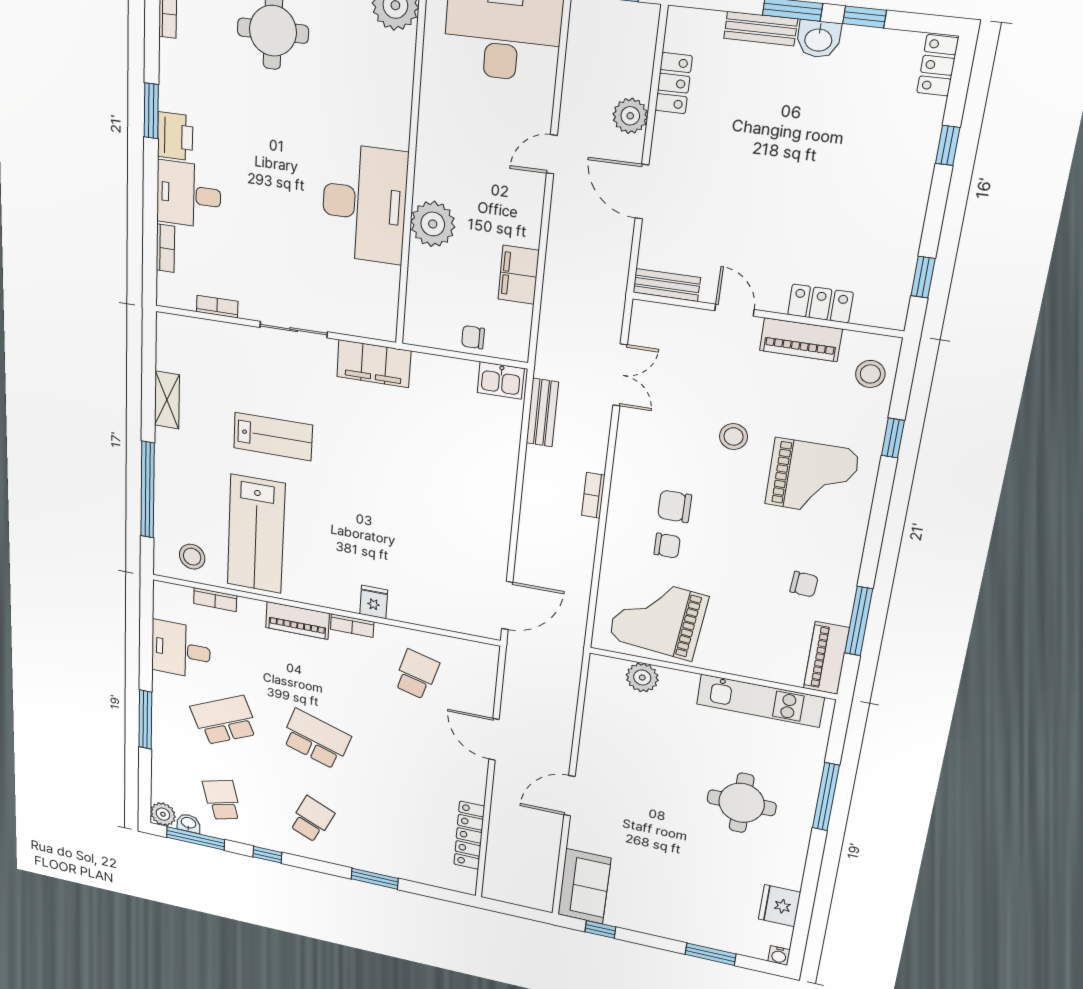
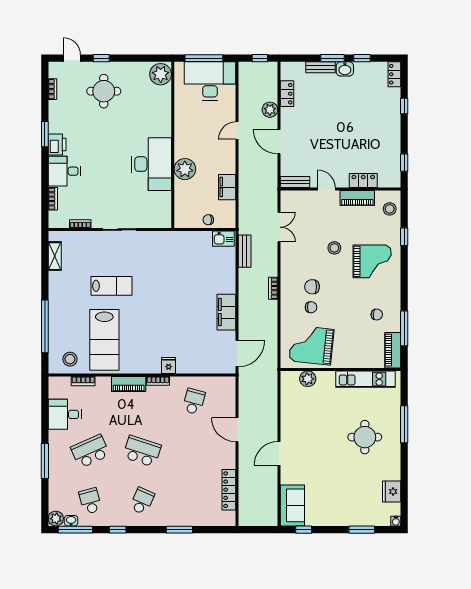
filing cabinet: (374, 364) -> (226, 312), moved, turned 90
shelving: (167, 400) -> (55, 256), moved

